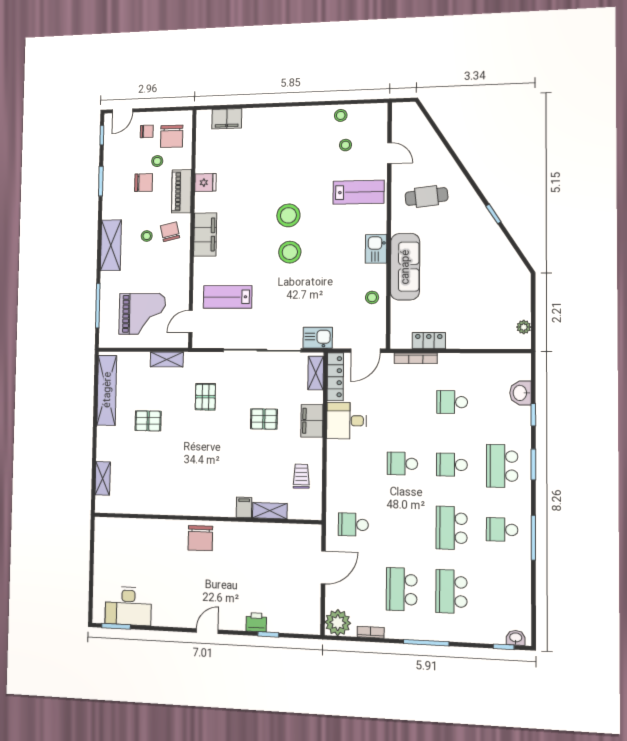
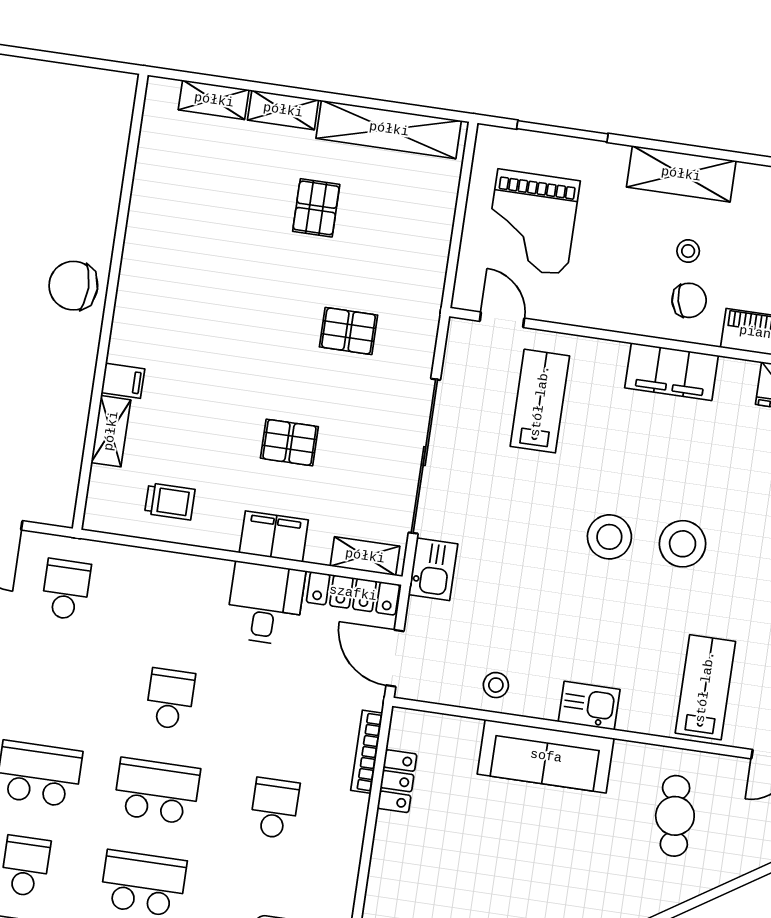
lab bench: (359, 192) -> (705, 687), turned 180
shelving: (167, 359) -> (283, 110), moved, turned 90
pallet: (264, 419) -> (289, 442), turned 90
school desk: (452, 465) -> (157, 791), width x1.85

